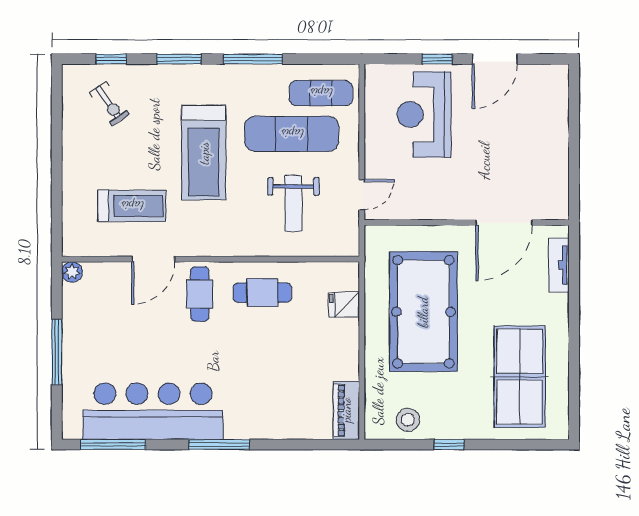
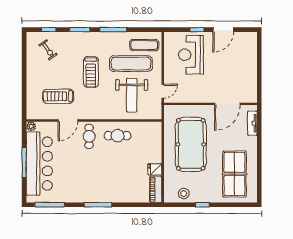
treadmill: (204, 153) -> (91, 72), width x0.73, depth x0.73
weight bench: (293, 203) -> (132, 95), width x1.36, depth x1.33
treadmill: (132, 206) -> (58, 96), turned 180
fridge: (344, 305) -> (155, 169), moved
bar counter: (153, 411) -> (39, 164), moved, turned 90

